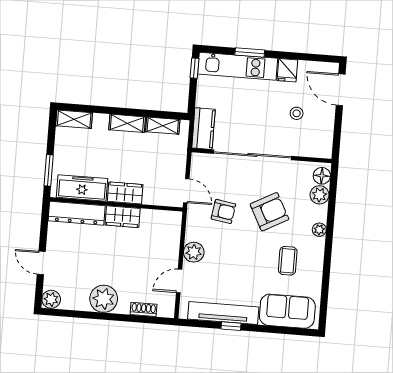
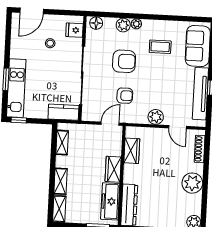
fridge: (287, 70) -> (74, 30), moved, turned 180
shelving: (127, 123) -> (61, 181), moved
plant: (319, 195) -> (123, 25), moved
armchair: (223, 211) -> (125, 96), turned 81
armchair: (269, 212) -> (124, 61), turned 118
wardrobe: (123, 217) -> (132, 151), moved
shoe rack: (144, 309) -> (200, 149), width x1.43

